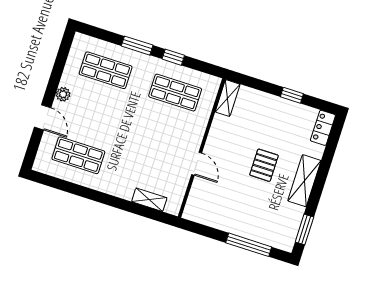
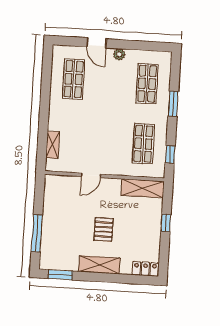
window: (173, 57) -> (170, 154), moved
window: (292, 95) -> (166, 223), moved
shelving: (228, 98) -> (143, 188), width x1.50, depth x1.33
door: (43, 117) -> (97, 43), hinge flipped
pallet: (264, 165) -> (104, 229), turned 90

